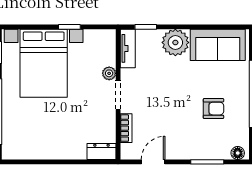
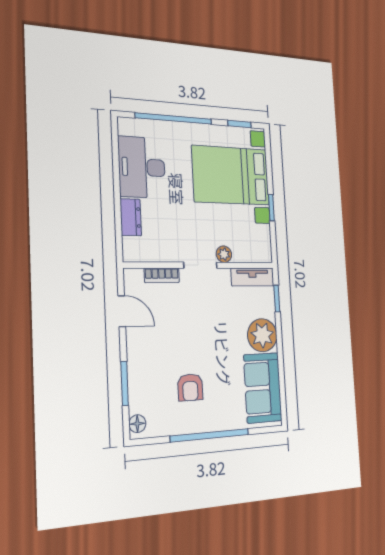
desk: (41, 141) -> (142, 167), added
dresser: (102, 152) -> (131, 217), moved

